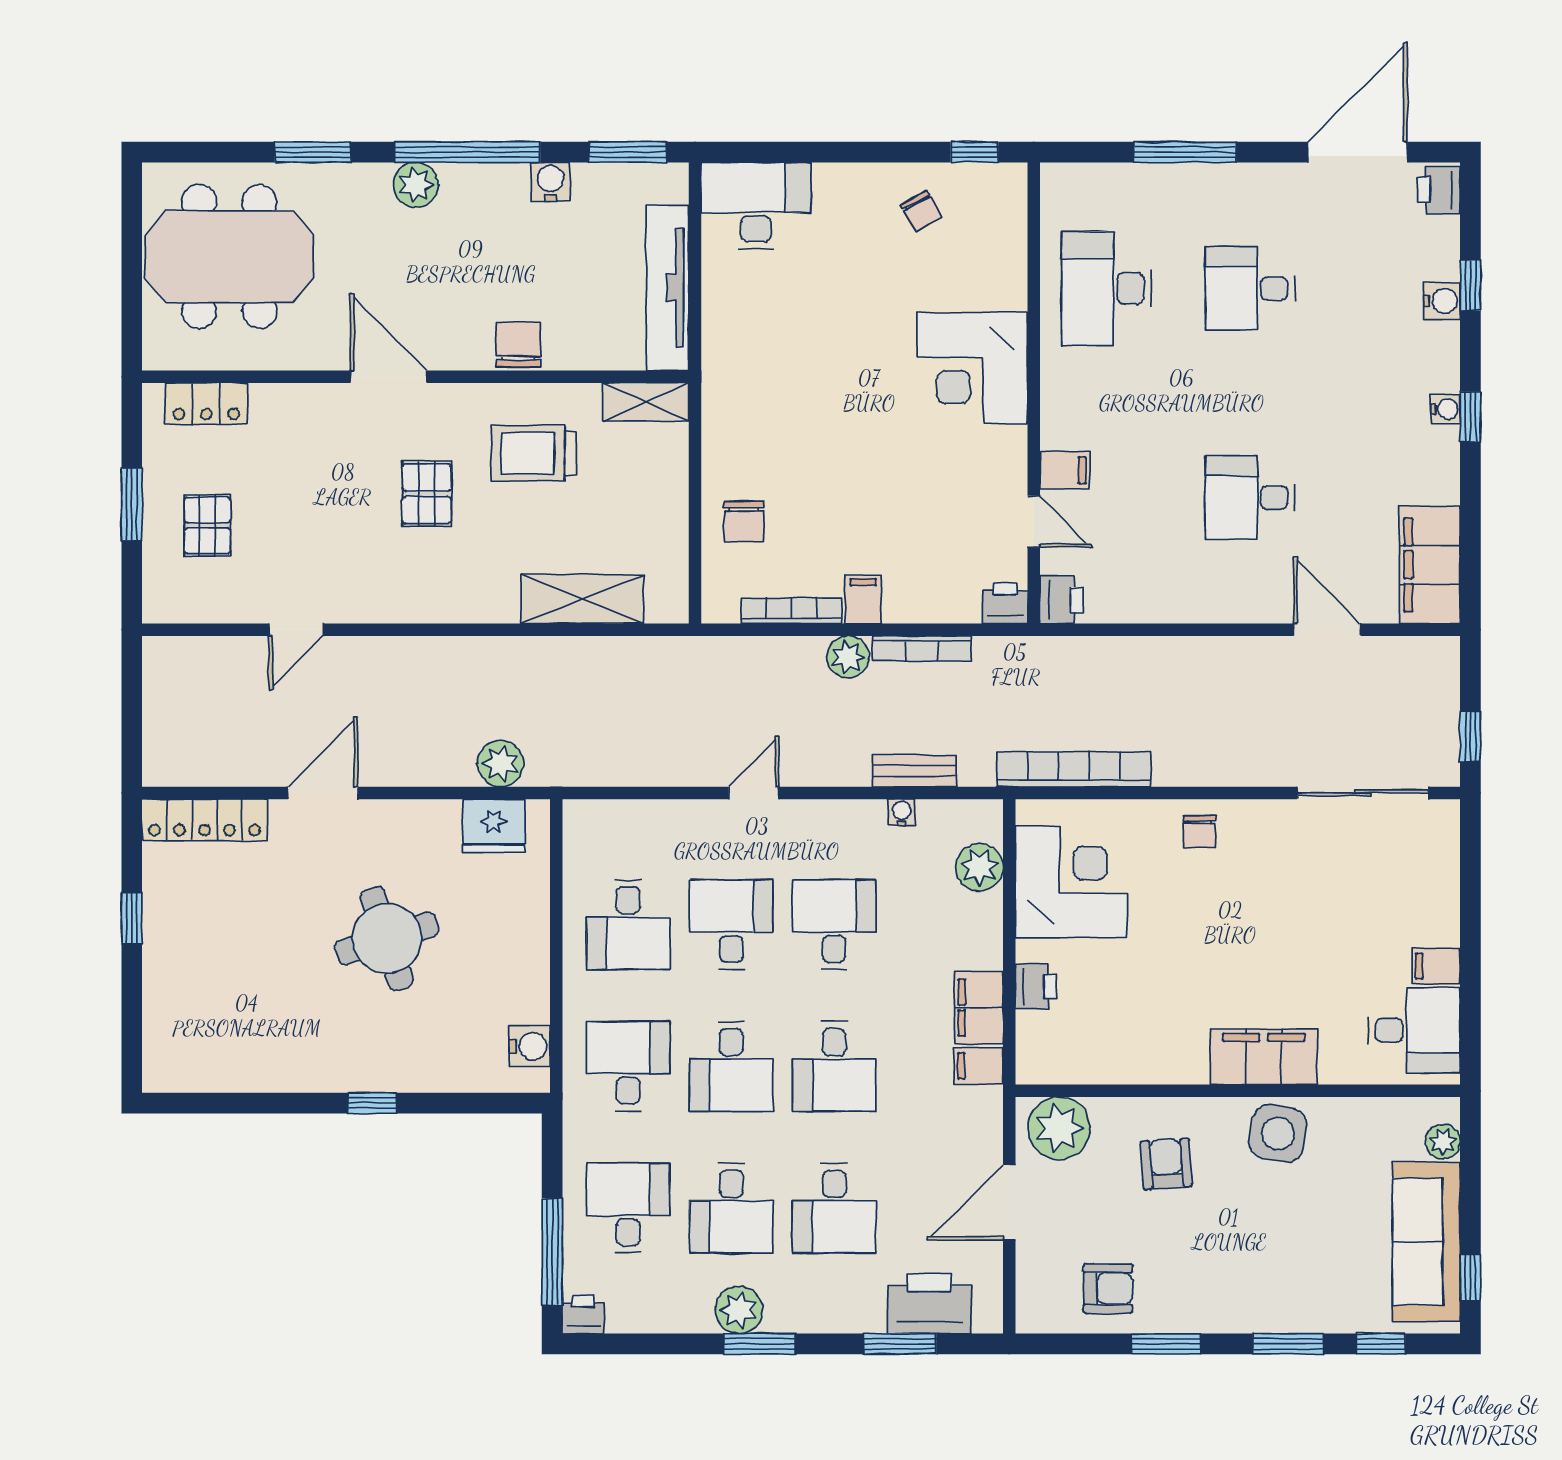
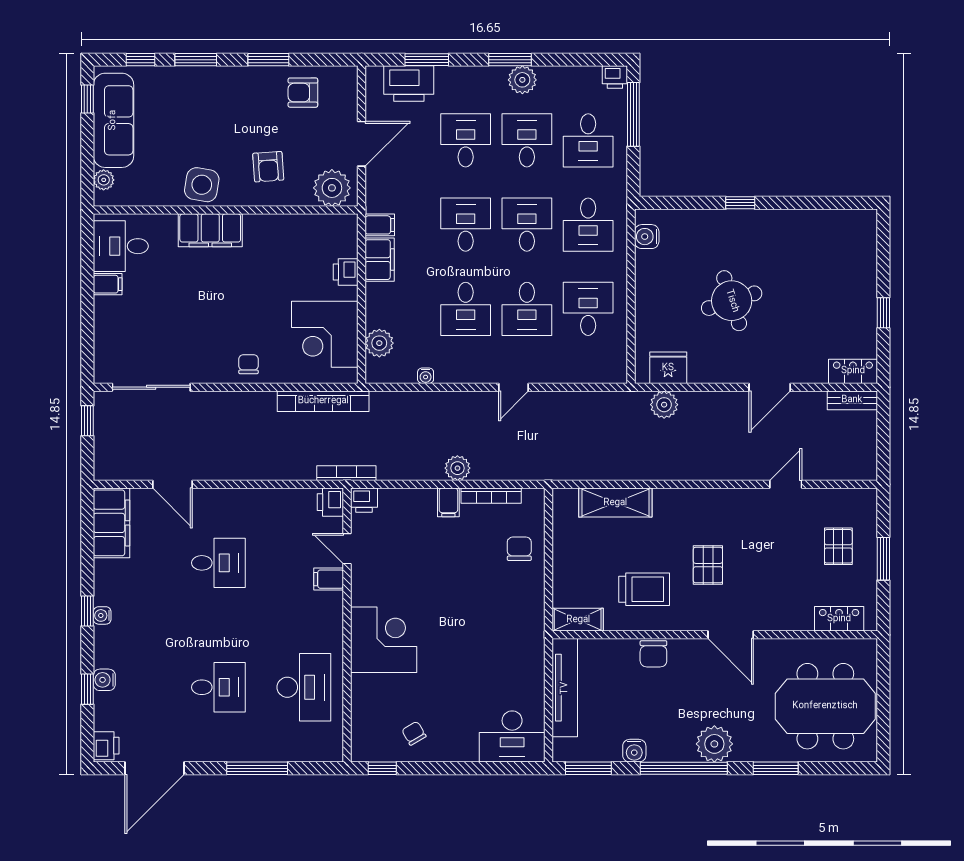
plant: (416, 185) -> (714, 744), width x1.36, depth x1.36
bookcase: (922, 648) -> (346, 473), moved
bench: (915, 771) -> (852, 400), moved
locker: (204, 820) -> (853, 371), width x0.66

